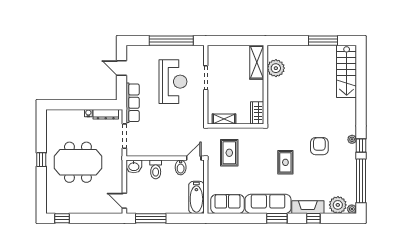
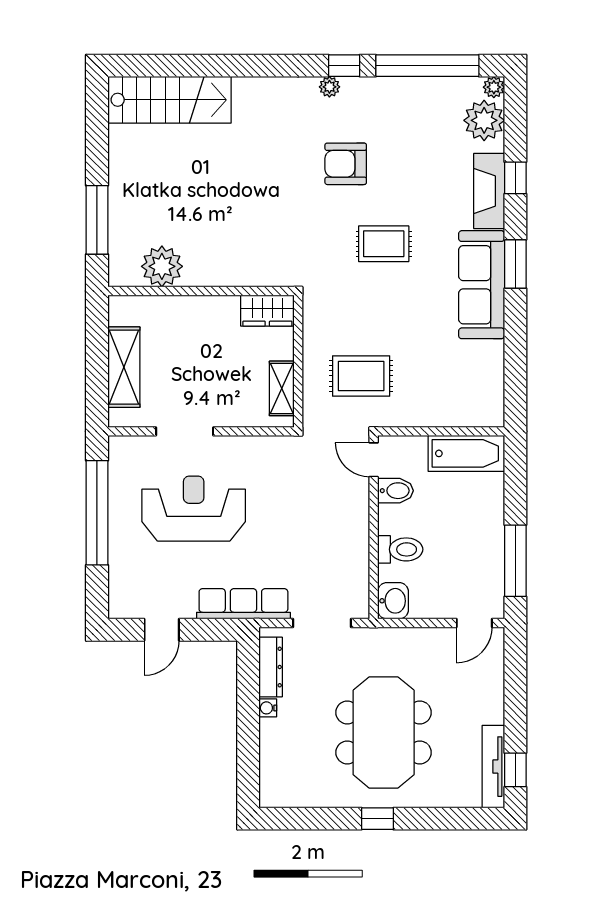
window: (323, 41) -> (97, 220), moved
shelving: (257, 62) -> (124, 367), moved, turned 90
sofa: (228, 204) -> (482, 380), removed
tv unit: (63, 209) -> (493, 767), added

